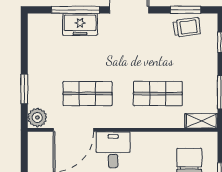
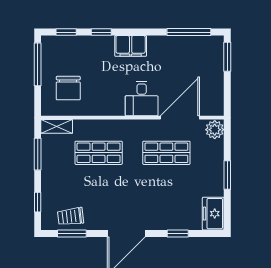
window: (76, 10) -> (178, 233), width x0.46
freezer: (80, 24) -> (213, 214), moved, turned -90
window: (24, 89) -> (227, 175), moved

